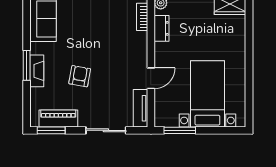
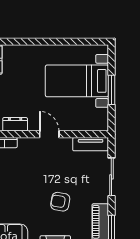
door: (151, 78) -> (49, 134), moved
window: (180, 130) -> (111, 90), moved

